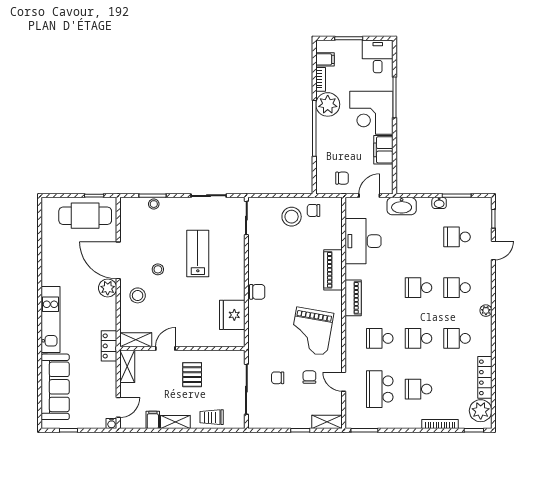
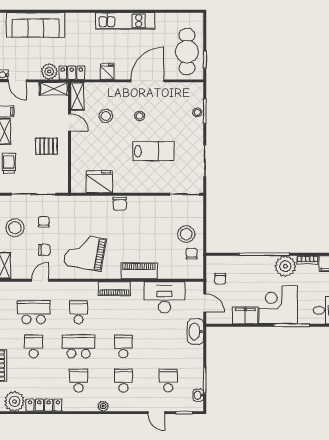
washbasin: (439, 203) -> (198, 395), moved
plant: (108, 288) -> (49, 71), moved
stool: (138, 295) -> (106, 116), moved
fridge: (108, 306) -> (107, 72), added
kitchen unit: (50, 320) -> (125, 21), moved
school desk: (418, 338) -> (79, 346), width x1.85
stool: (284, 410) -> (15, 228), added

